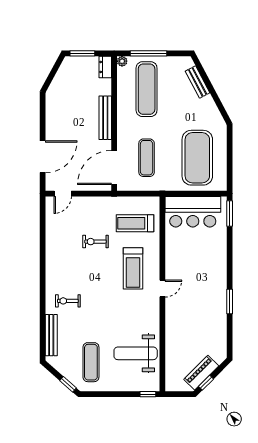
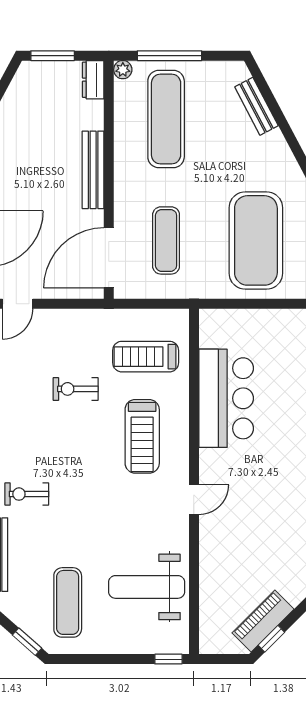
bar counter: (193, 212) -> (226, 398), moved, turned -90
door: (162, 289) -> (194, 500), moved

